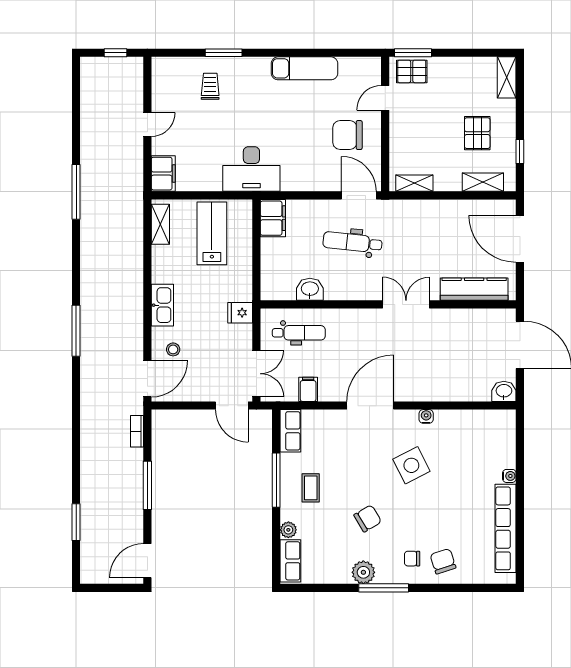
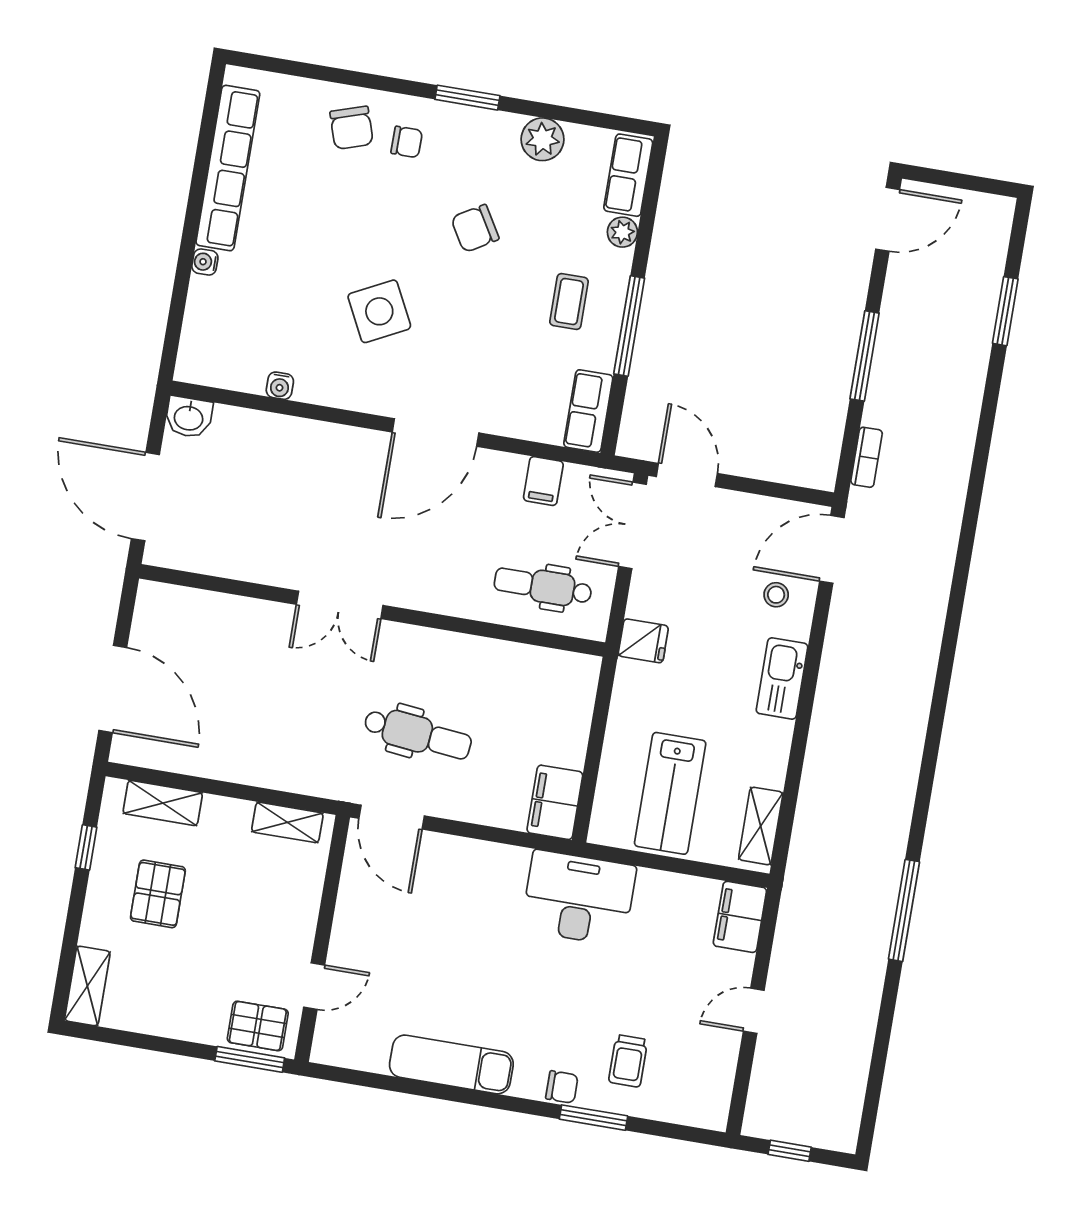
chair: (348, 135) -> (562, 1087), moved, width x0.54, depth x0.54
washbasin: (310, 289) -> (509, 662), removed
kitchen counter: (474, 289) -> (211, 612), removed
window: (76, 331) -> (947, 659), removed
water cooler: (426, 416) -> (280, 386), moved
plant: (363, 572) -> (543, 139), moved
window: (384, 588) -> (467, 98), width x0.69

